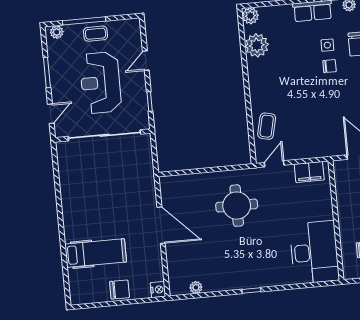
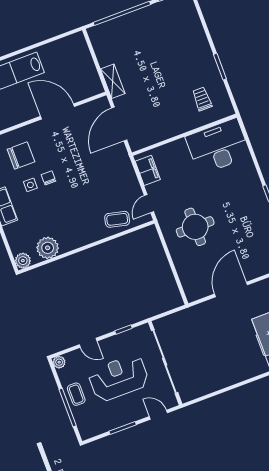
plant: (57, 32) -> (59, 362), moved
reception desk: (100, 83) -> (119, 378), turned 180
door: (274, 164) -> (149, 204), hinge flipped

